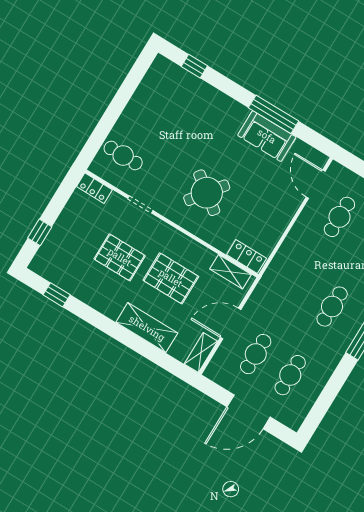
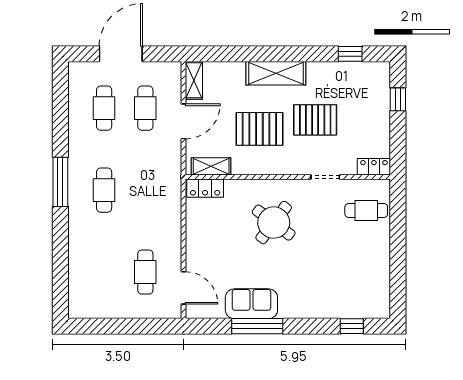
shelving: (147, 328) -> (276, 73), moved

